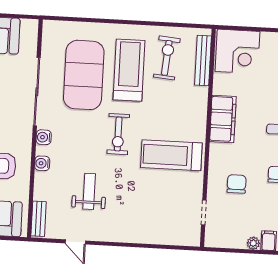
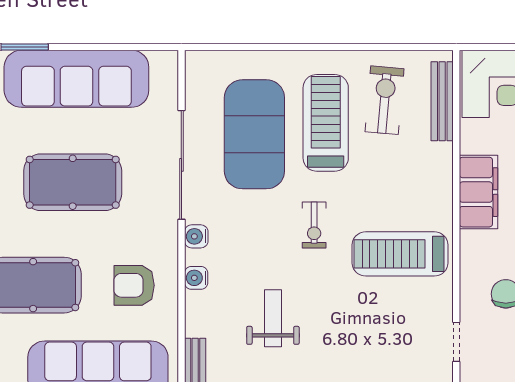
exercise bike: (118, 134) -> (314, 225), width x0.73, depth x0.72

